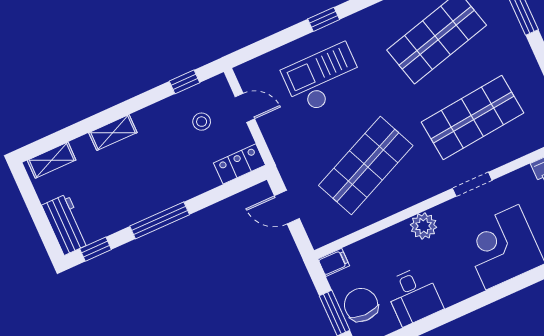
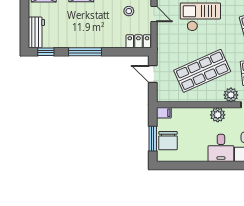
plant: (431, 184) -> (231, 95), added
desk: (413, 296) -> (221, 148), moved
chair: (361, 305) -> (168, 141), turned 180

